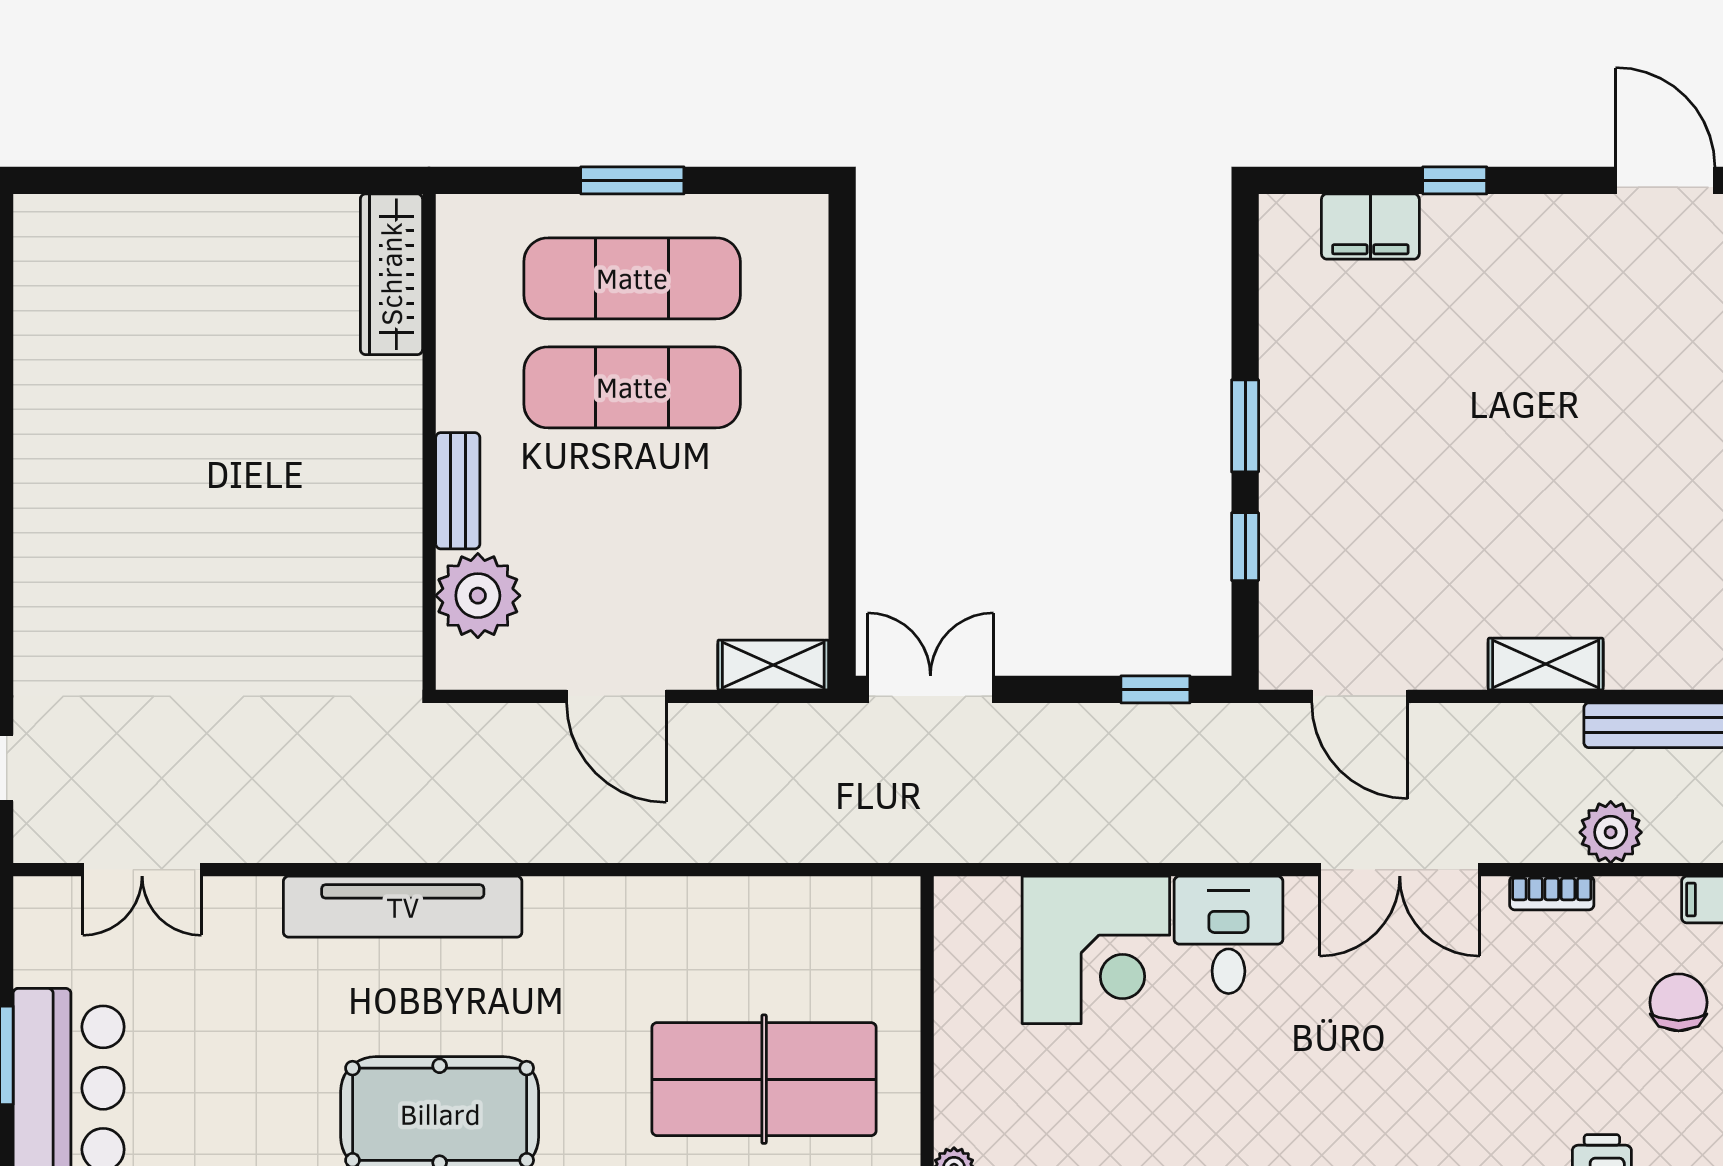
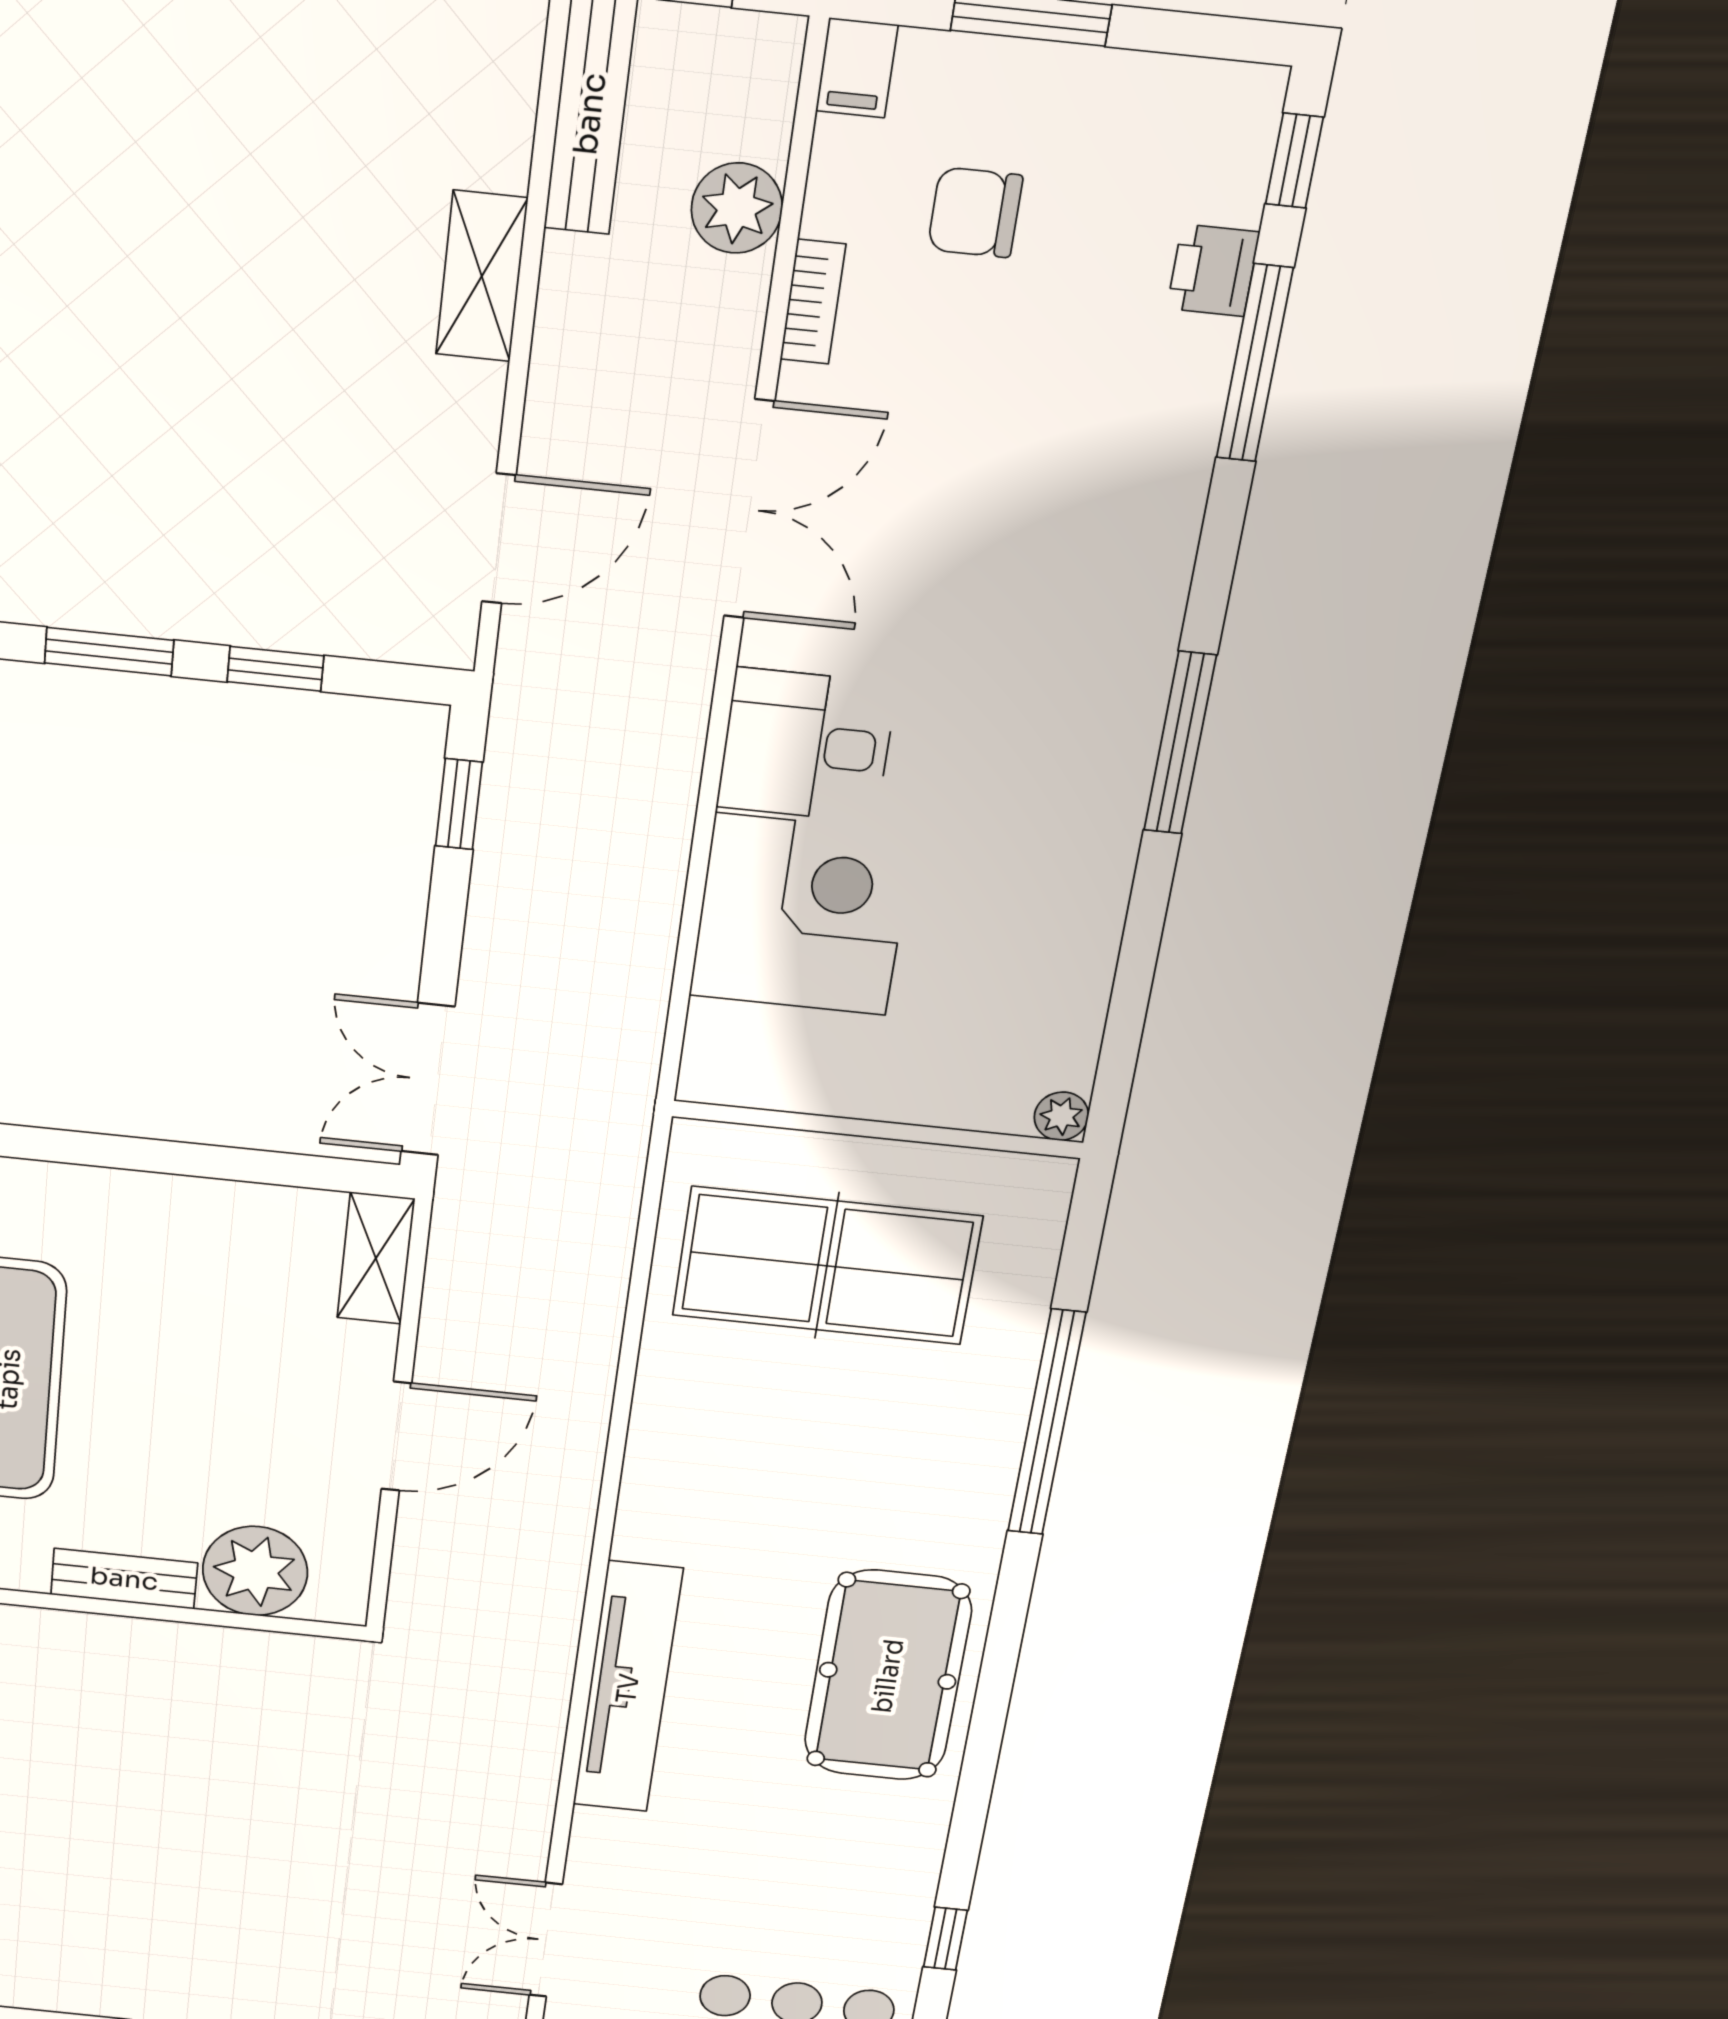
double door: (142, 870) -> (546, 1940), swing flipped
chair: (1679, 1002) -> (975, 212), moved
table tennis table: (764, 1079) -> (827, 1266), moved, turned 90

